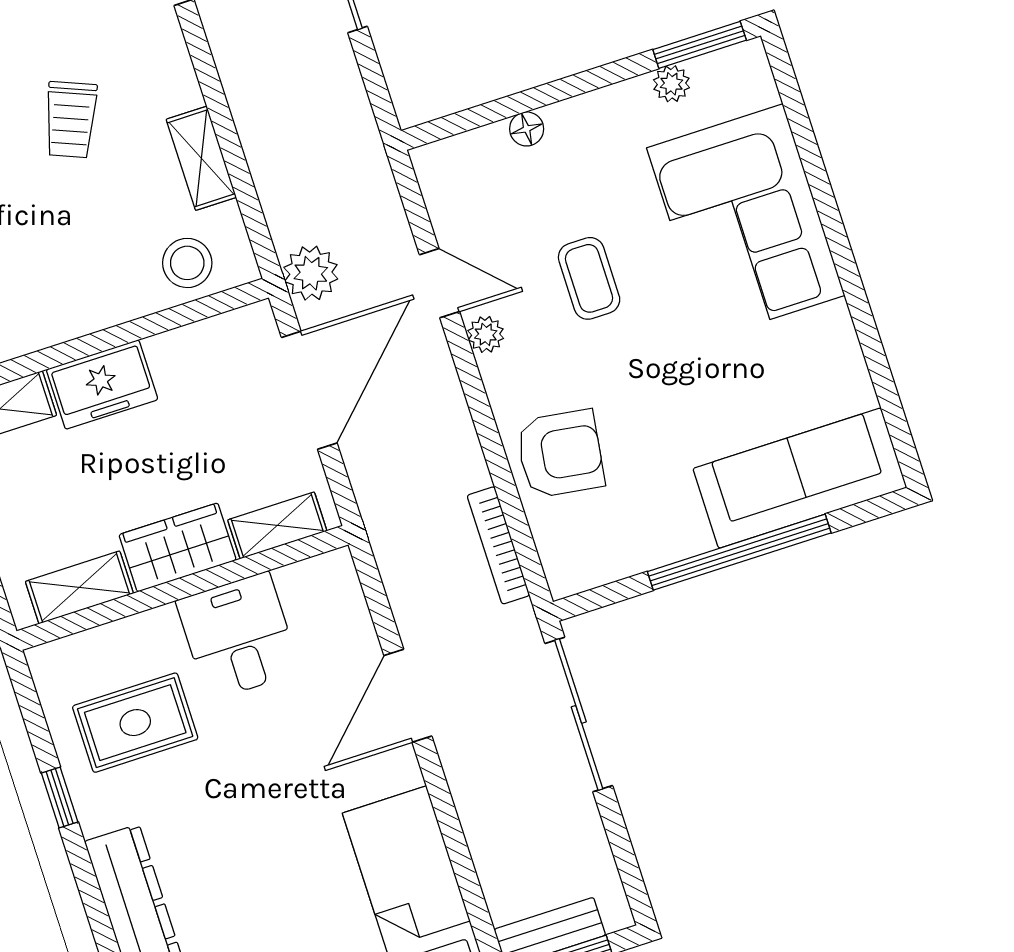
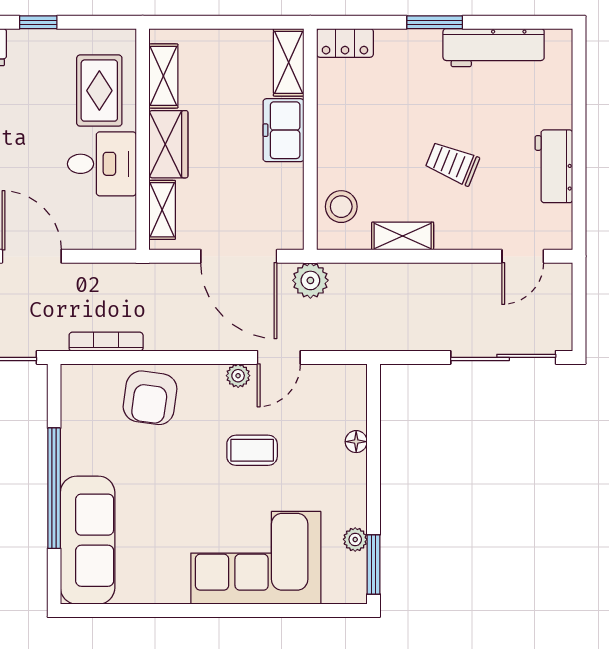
rug: (135, 723) -> (99, 91), moved

